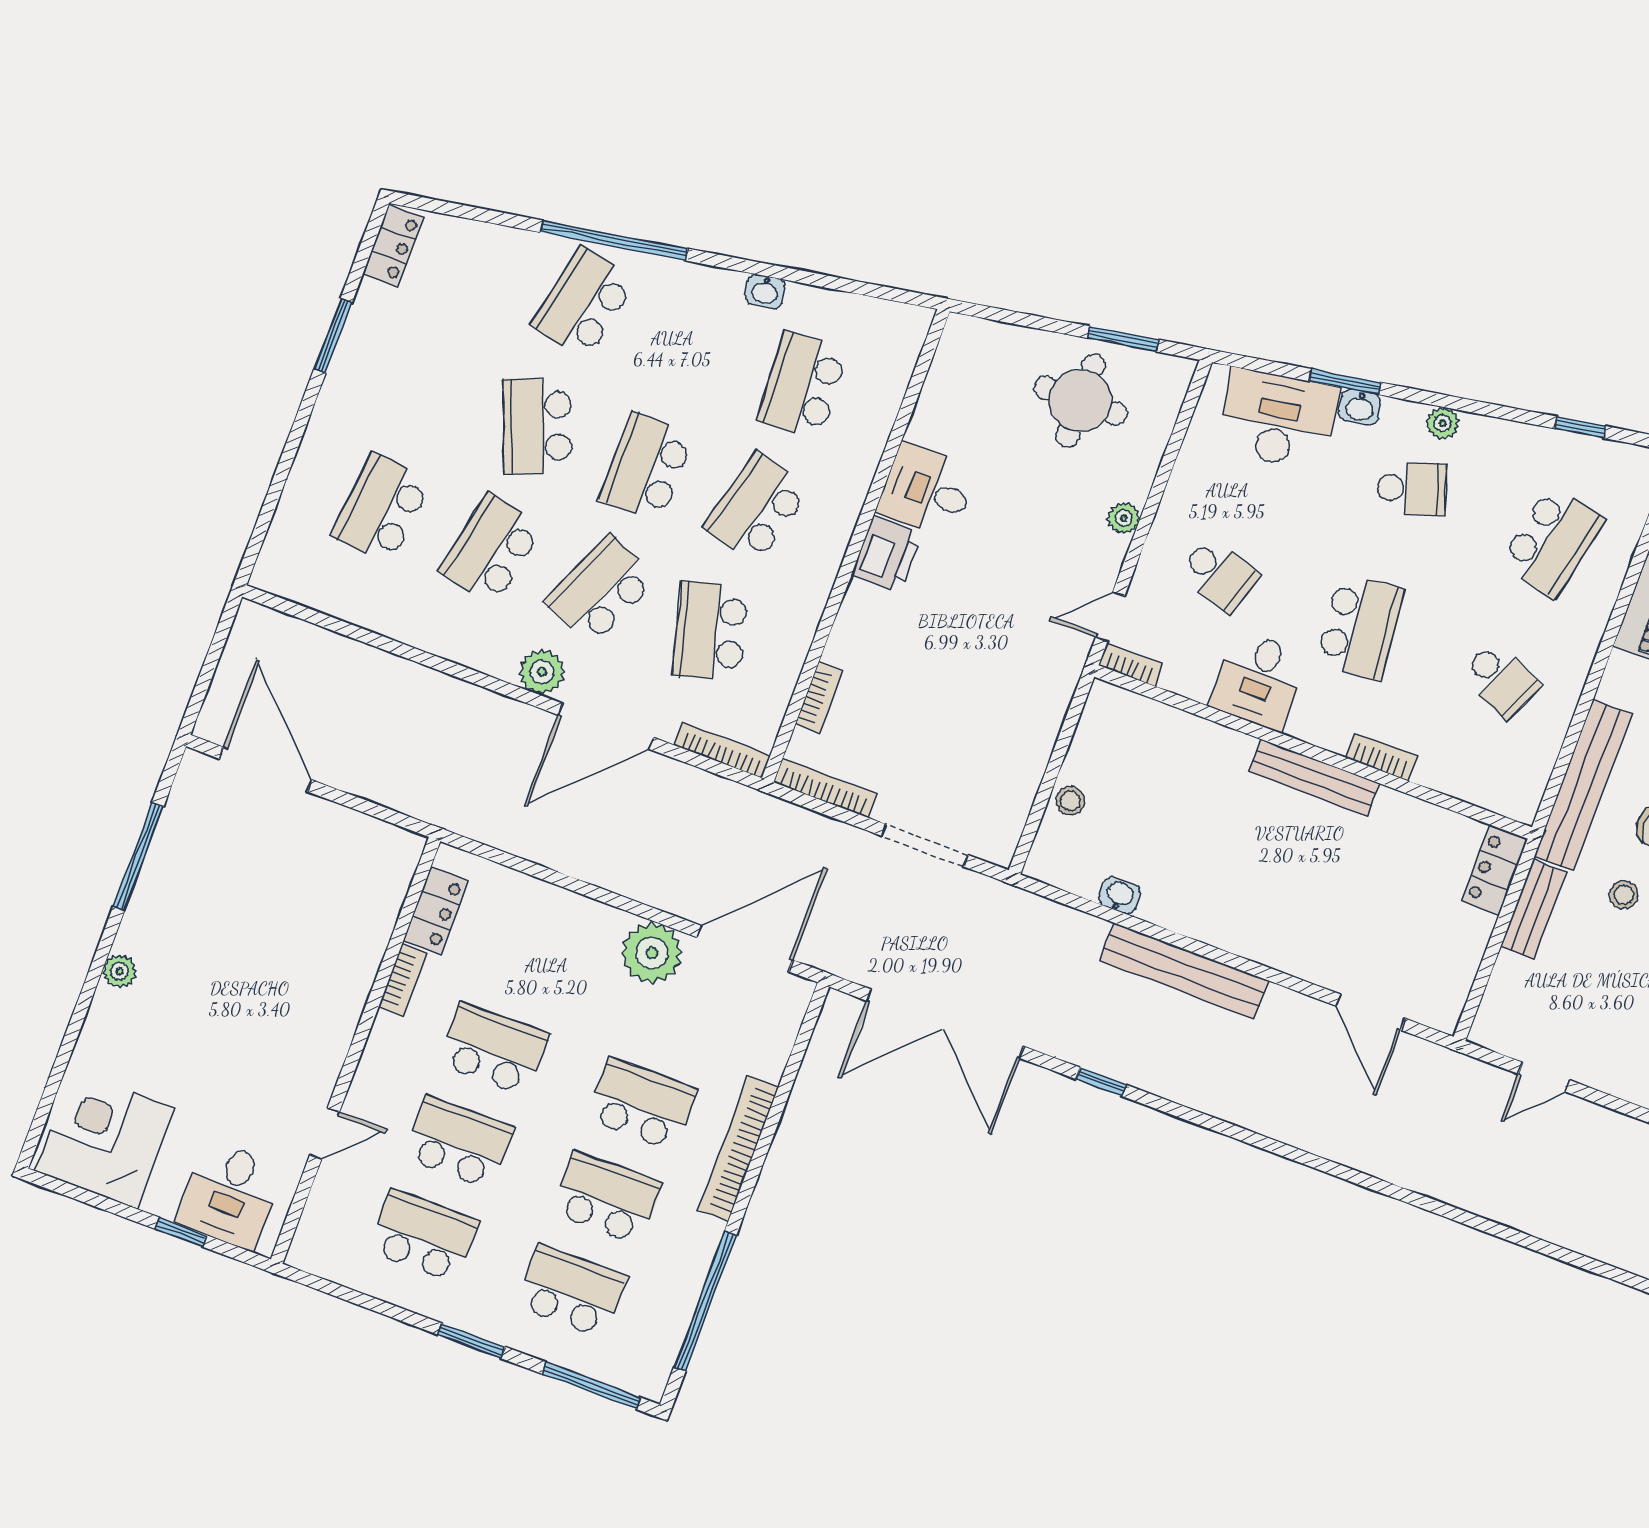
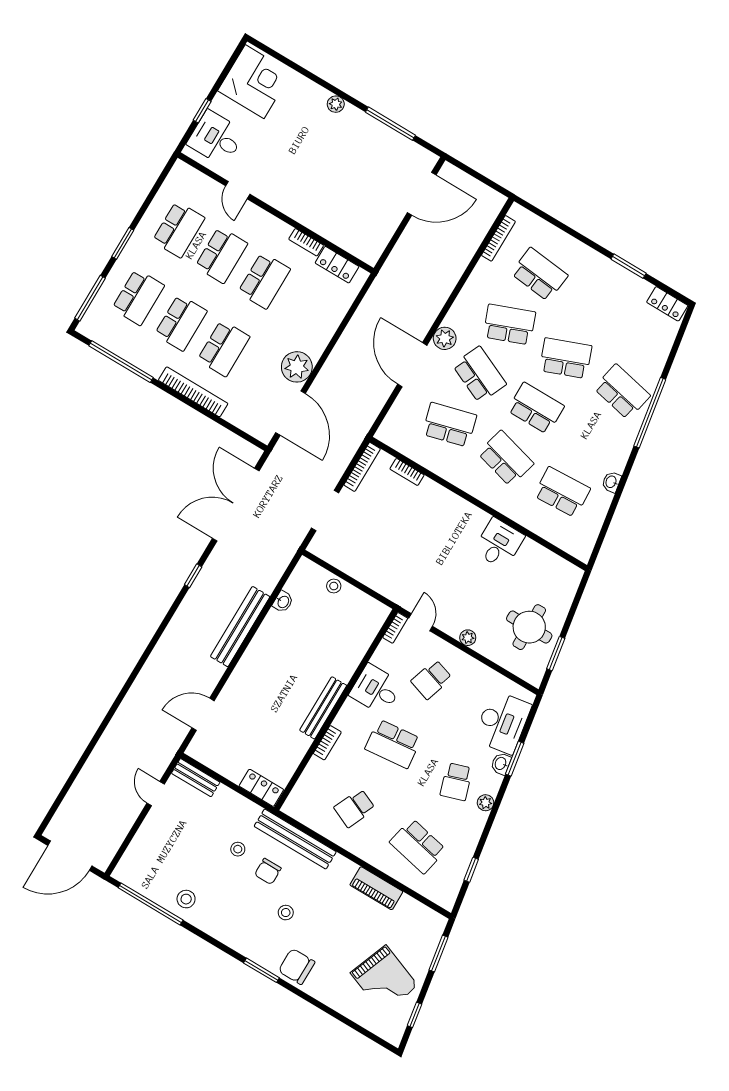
school desk: (491, 549) -> (509, 324), turned -33
printer: (887, 554) -> (471, 518), removed
bookcase: (722, 750) -> (498, 238), moved
bench: (1533, 909) -> (196, 778), moved

